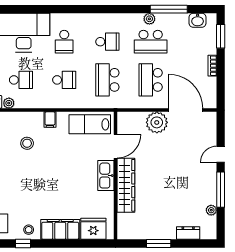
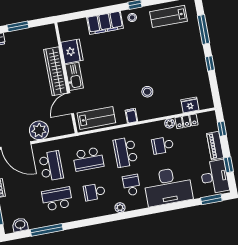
plant: (149, 19) -> (120, 208), moved
school desk: (64, 80) -> (125, 152), width x1.85
school desk: (107, 80) -> (88, 159), turned 90
fridge: (93, 229) -> (72, 51), moved, turned -90

